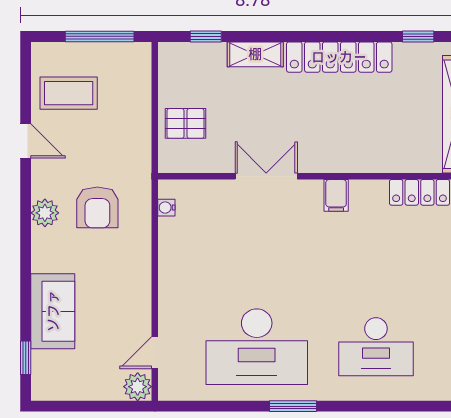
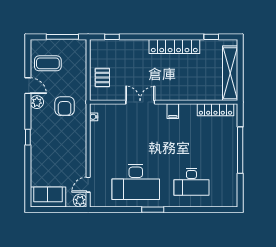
shelving: (255, 54) -> (135, 45), removed
pallet: (185, 123) -> (102, 78), turned 90
armchair: (97, 207) -> (65, 106), moved
plant: (45, 213) -> (37, 102), moved
sofa: (53, 311) -> (48, 197), moved, turned -90
window: (26, 358) -> (28, 137), moved

